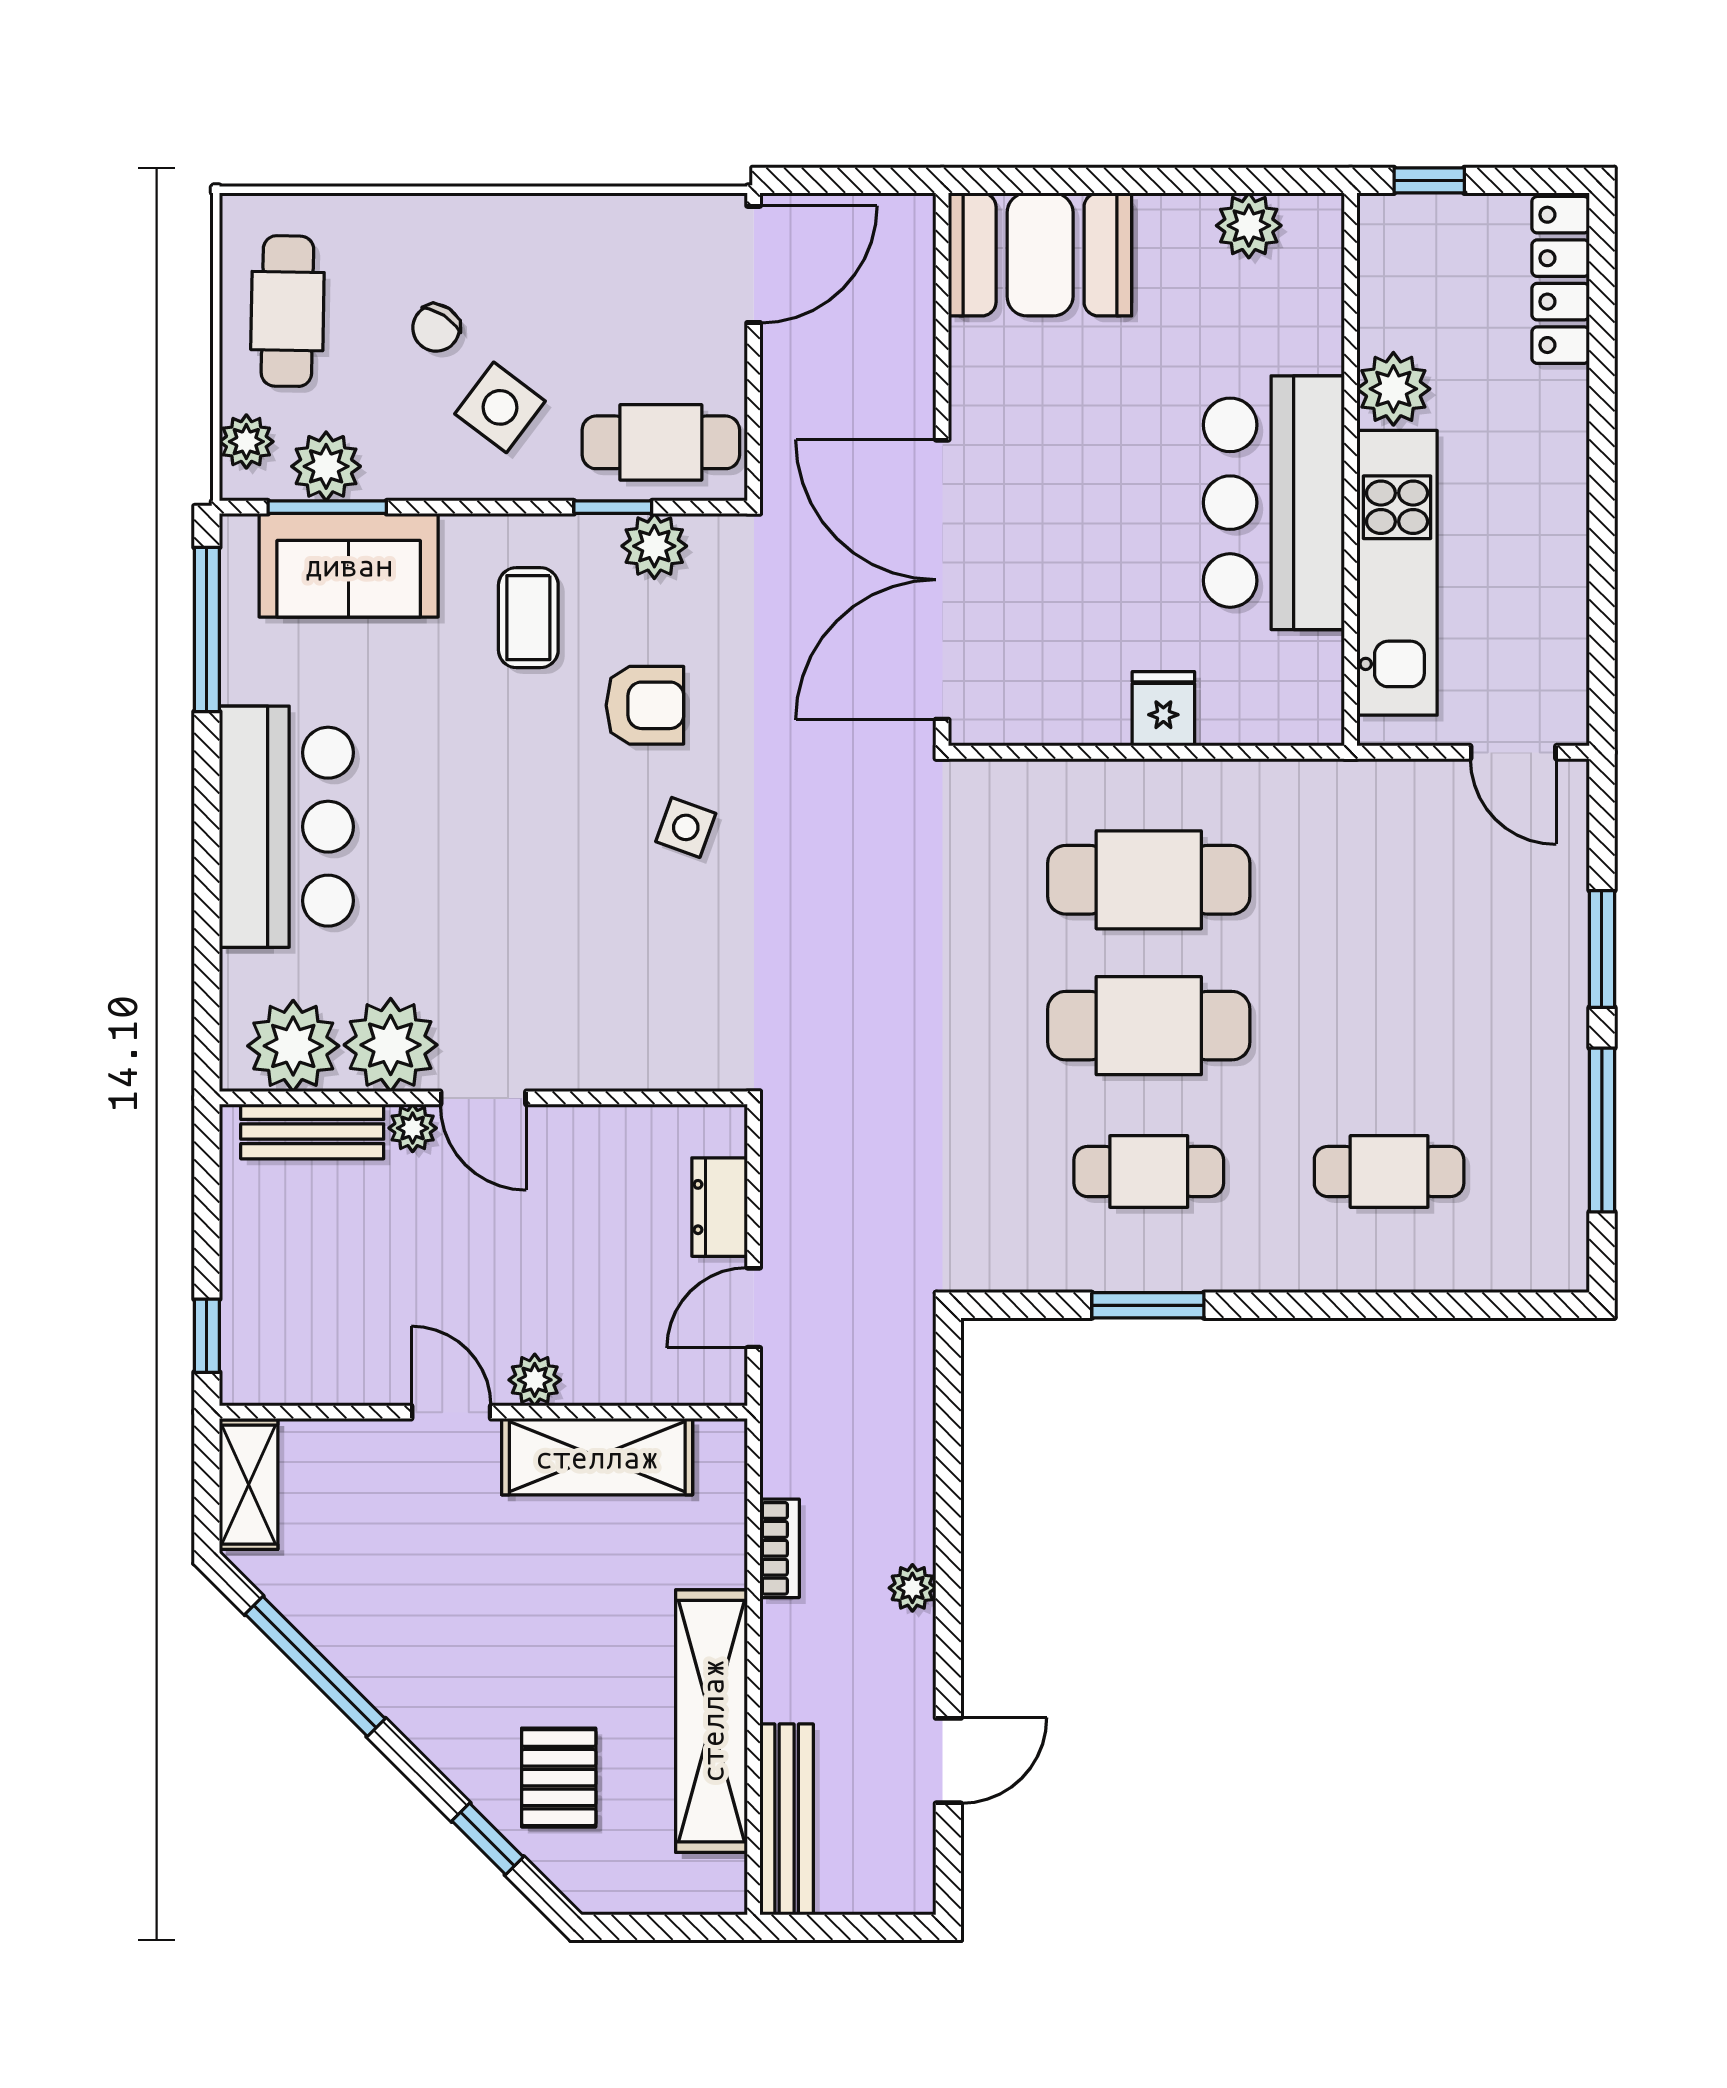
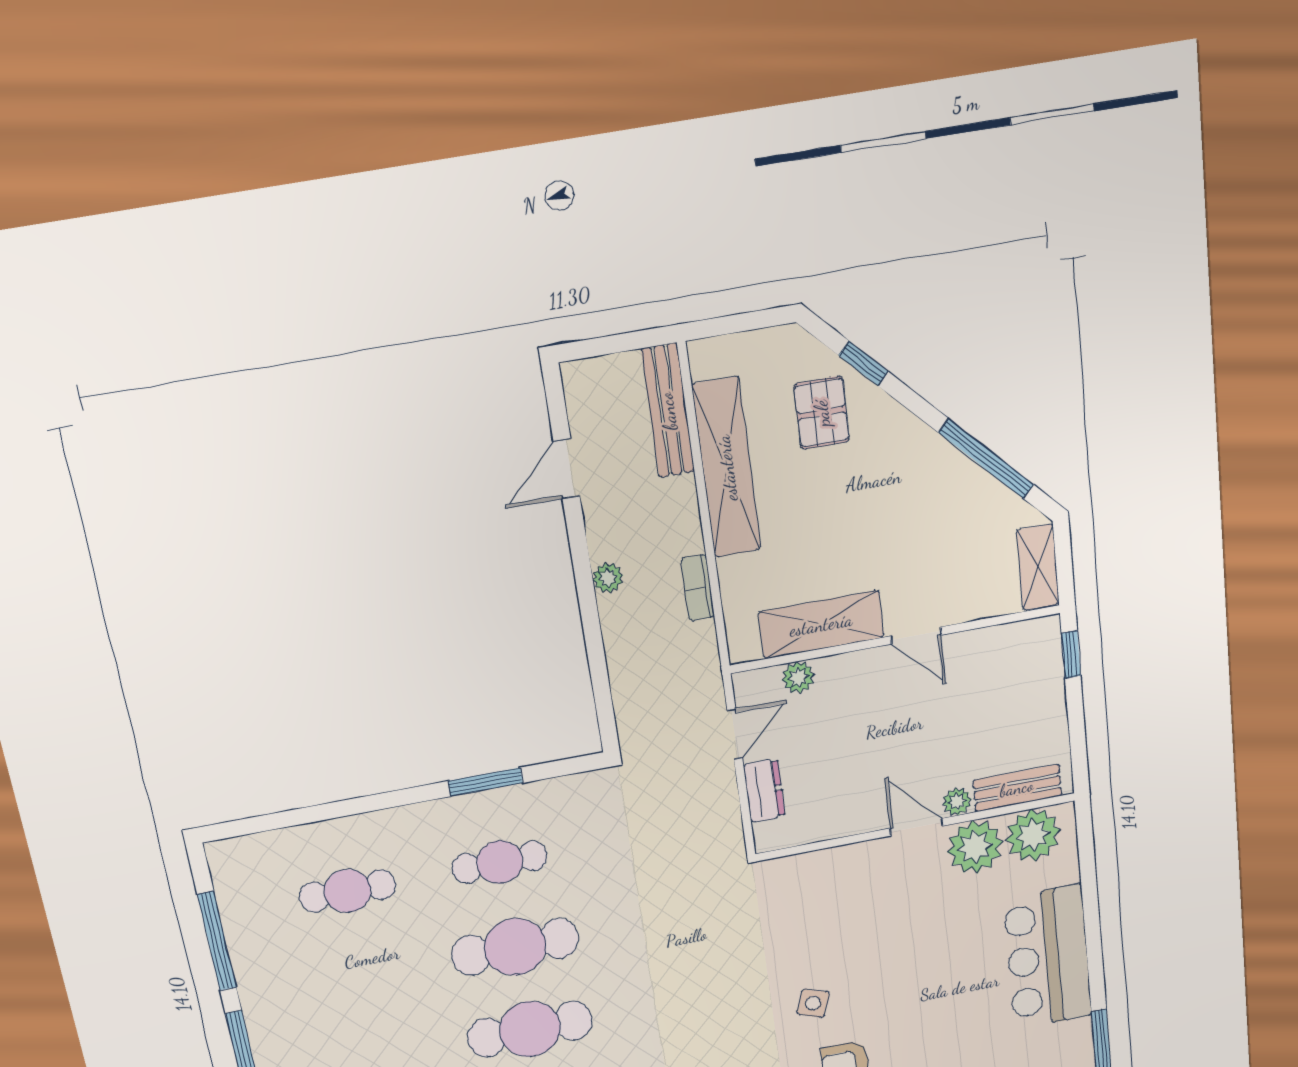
plant: (535, 1380) -> (798, 677), moved

